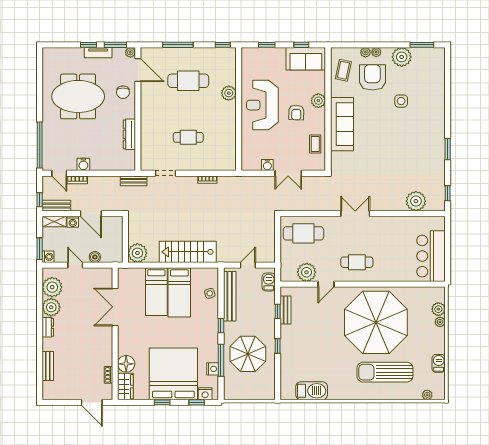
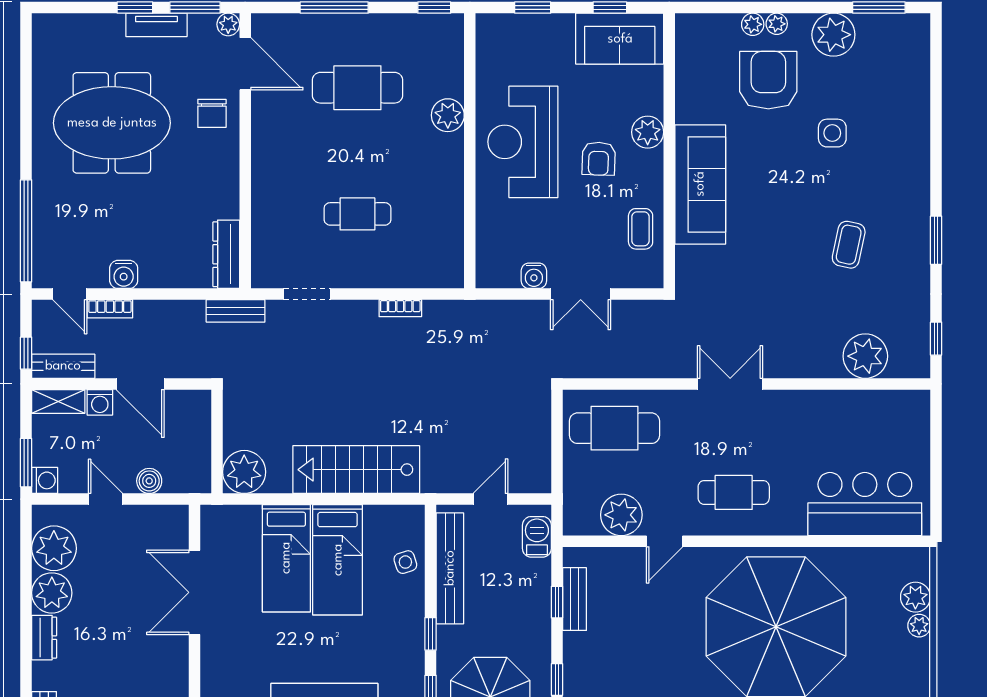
coffee table: (343, 70) -> (849, 245), moved
dresser: (129, 134) -> (226, 254), moved
bar counter: (431, 256) -> (865, 504), moved, turned 90

